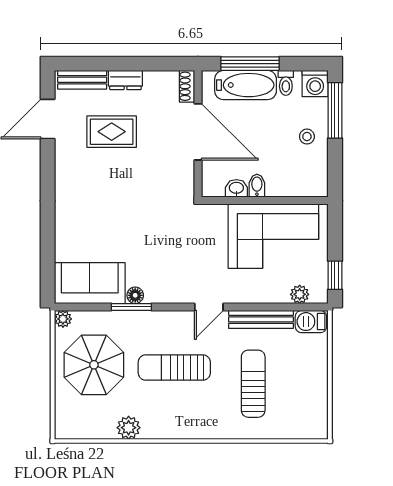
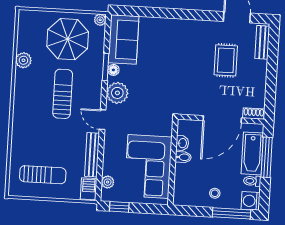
dresser: (125, 80) -> (260, 72), removed
plant: (168, 288) -> (117, 93), added
sun lounger: (253, 384) -> (43, 175), moved

